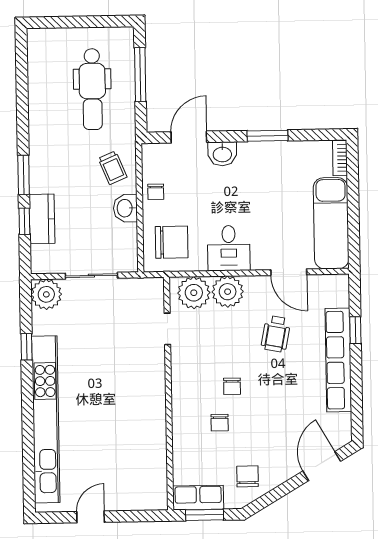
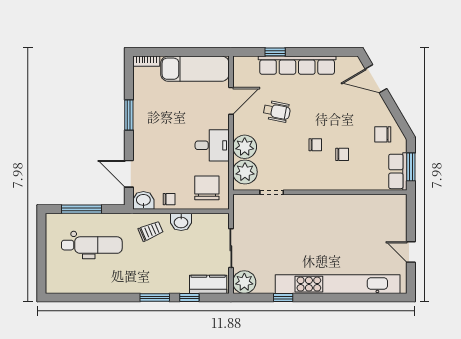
washbasin: (222, 154) -> (143, 200), moved, turned -90
kitchen counter: (42, 219) -> (208, 284), moved

